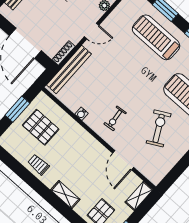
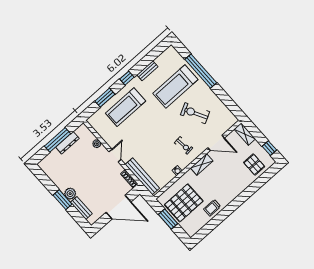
pallet: (41, 127) -> (184, 203), width x1.37, depth x1.41
shelving: (65, 195) -> (202, 164), moved

